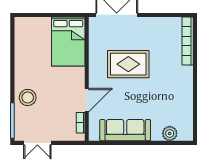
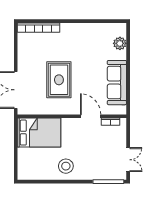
stool: (28, 97) -> (66, 166), moved

